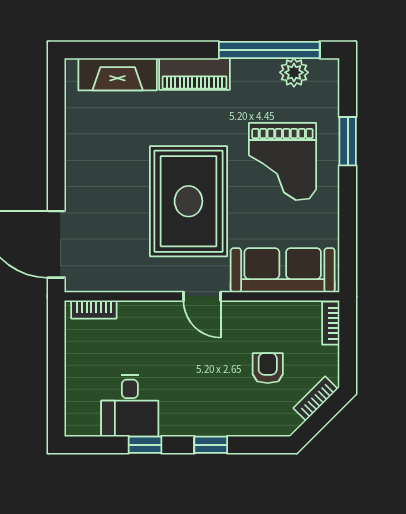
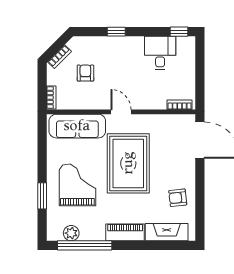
armchair: (97, 138) -> (178, 198), added
armchair: (268, 368) -> (85, 73), turned 180
window: (145, 445) -> (179, 32), moved

